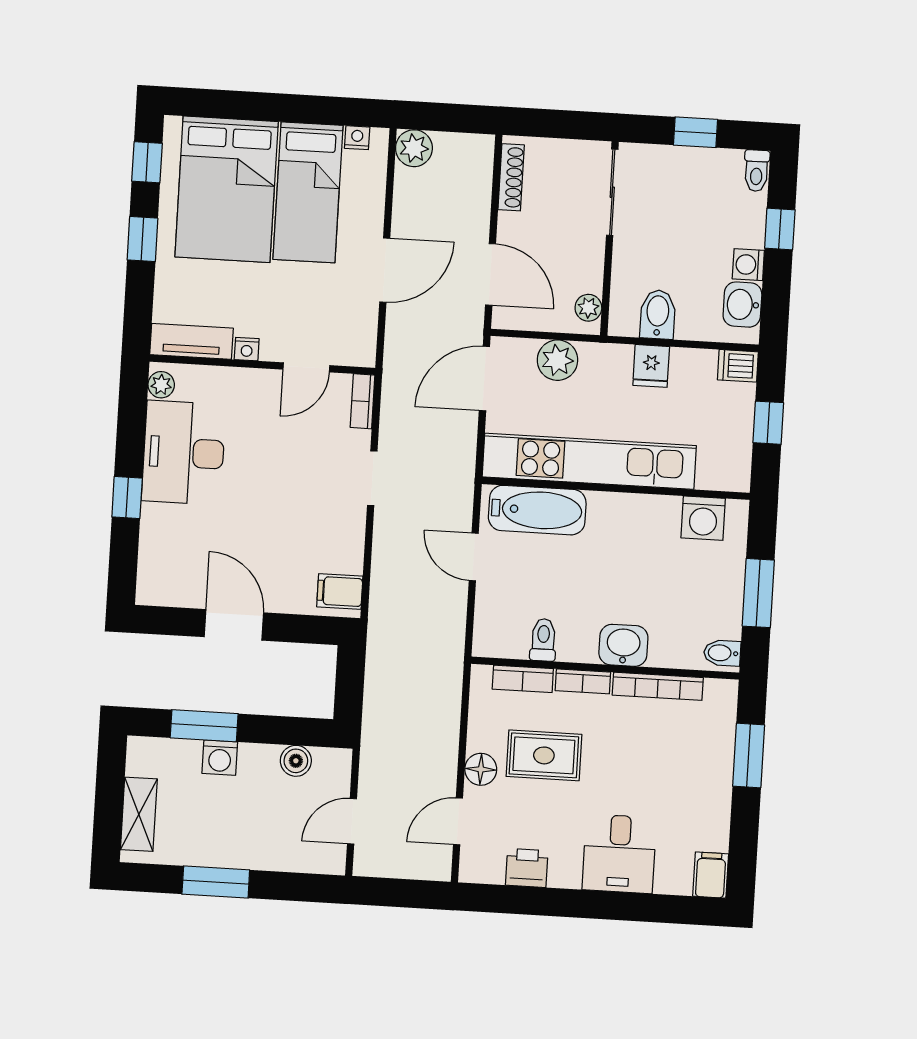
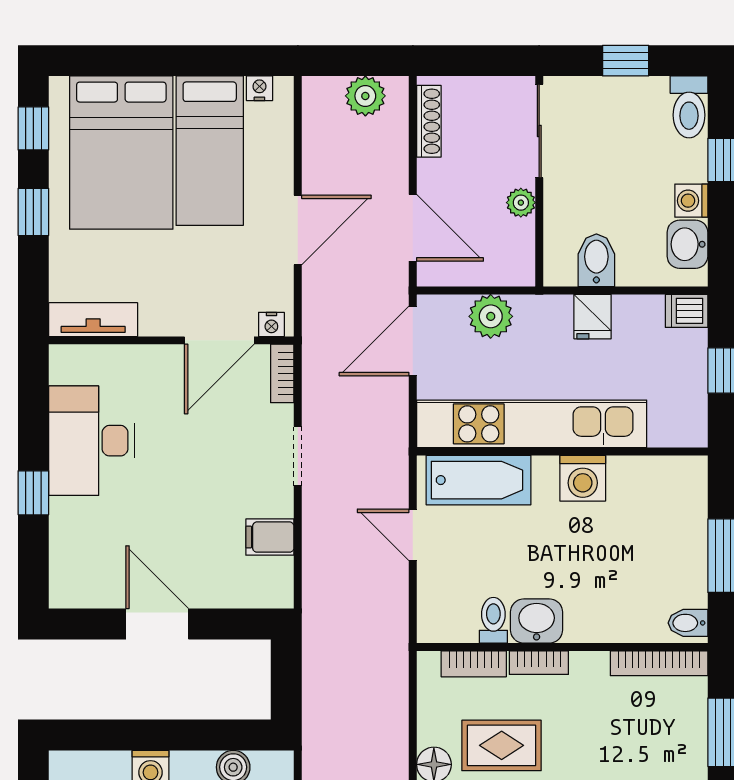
plant: (414, 148) -> (365, 96), moved
toilet: (756, 171) -> (689, 107), width x1.37, depth x1.39
plant: (588, 308) -> (521, 203), moved
nightstand: (247, 349) -> (271, 324), moved
door: (306, 367) -> (219, 340), width x1.38
plant: (161, 385) -> (63, 369), removed
washing machine: (703, 518) -> (583, 478), moved
filing cabinet: (340, 591) -> (270, 537), moved
washbasin: (623, 645) -> (537, 621), moved
bookcase: (658, 686) -> (659, 663), moved
window: (204, 726) -> (132, 735), removed

